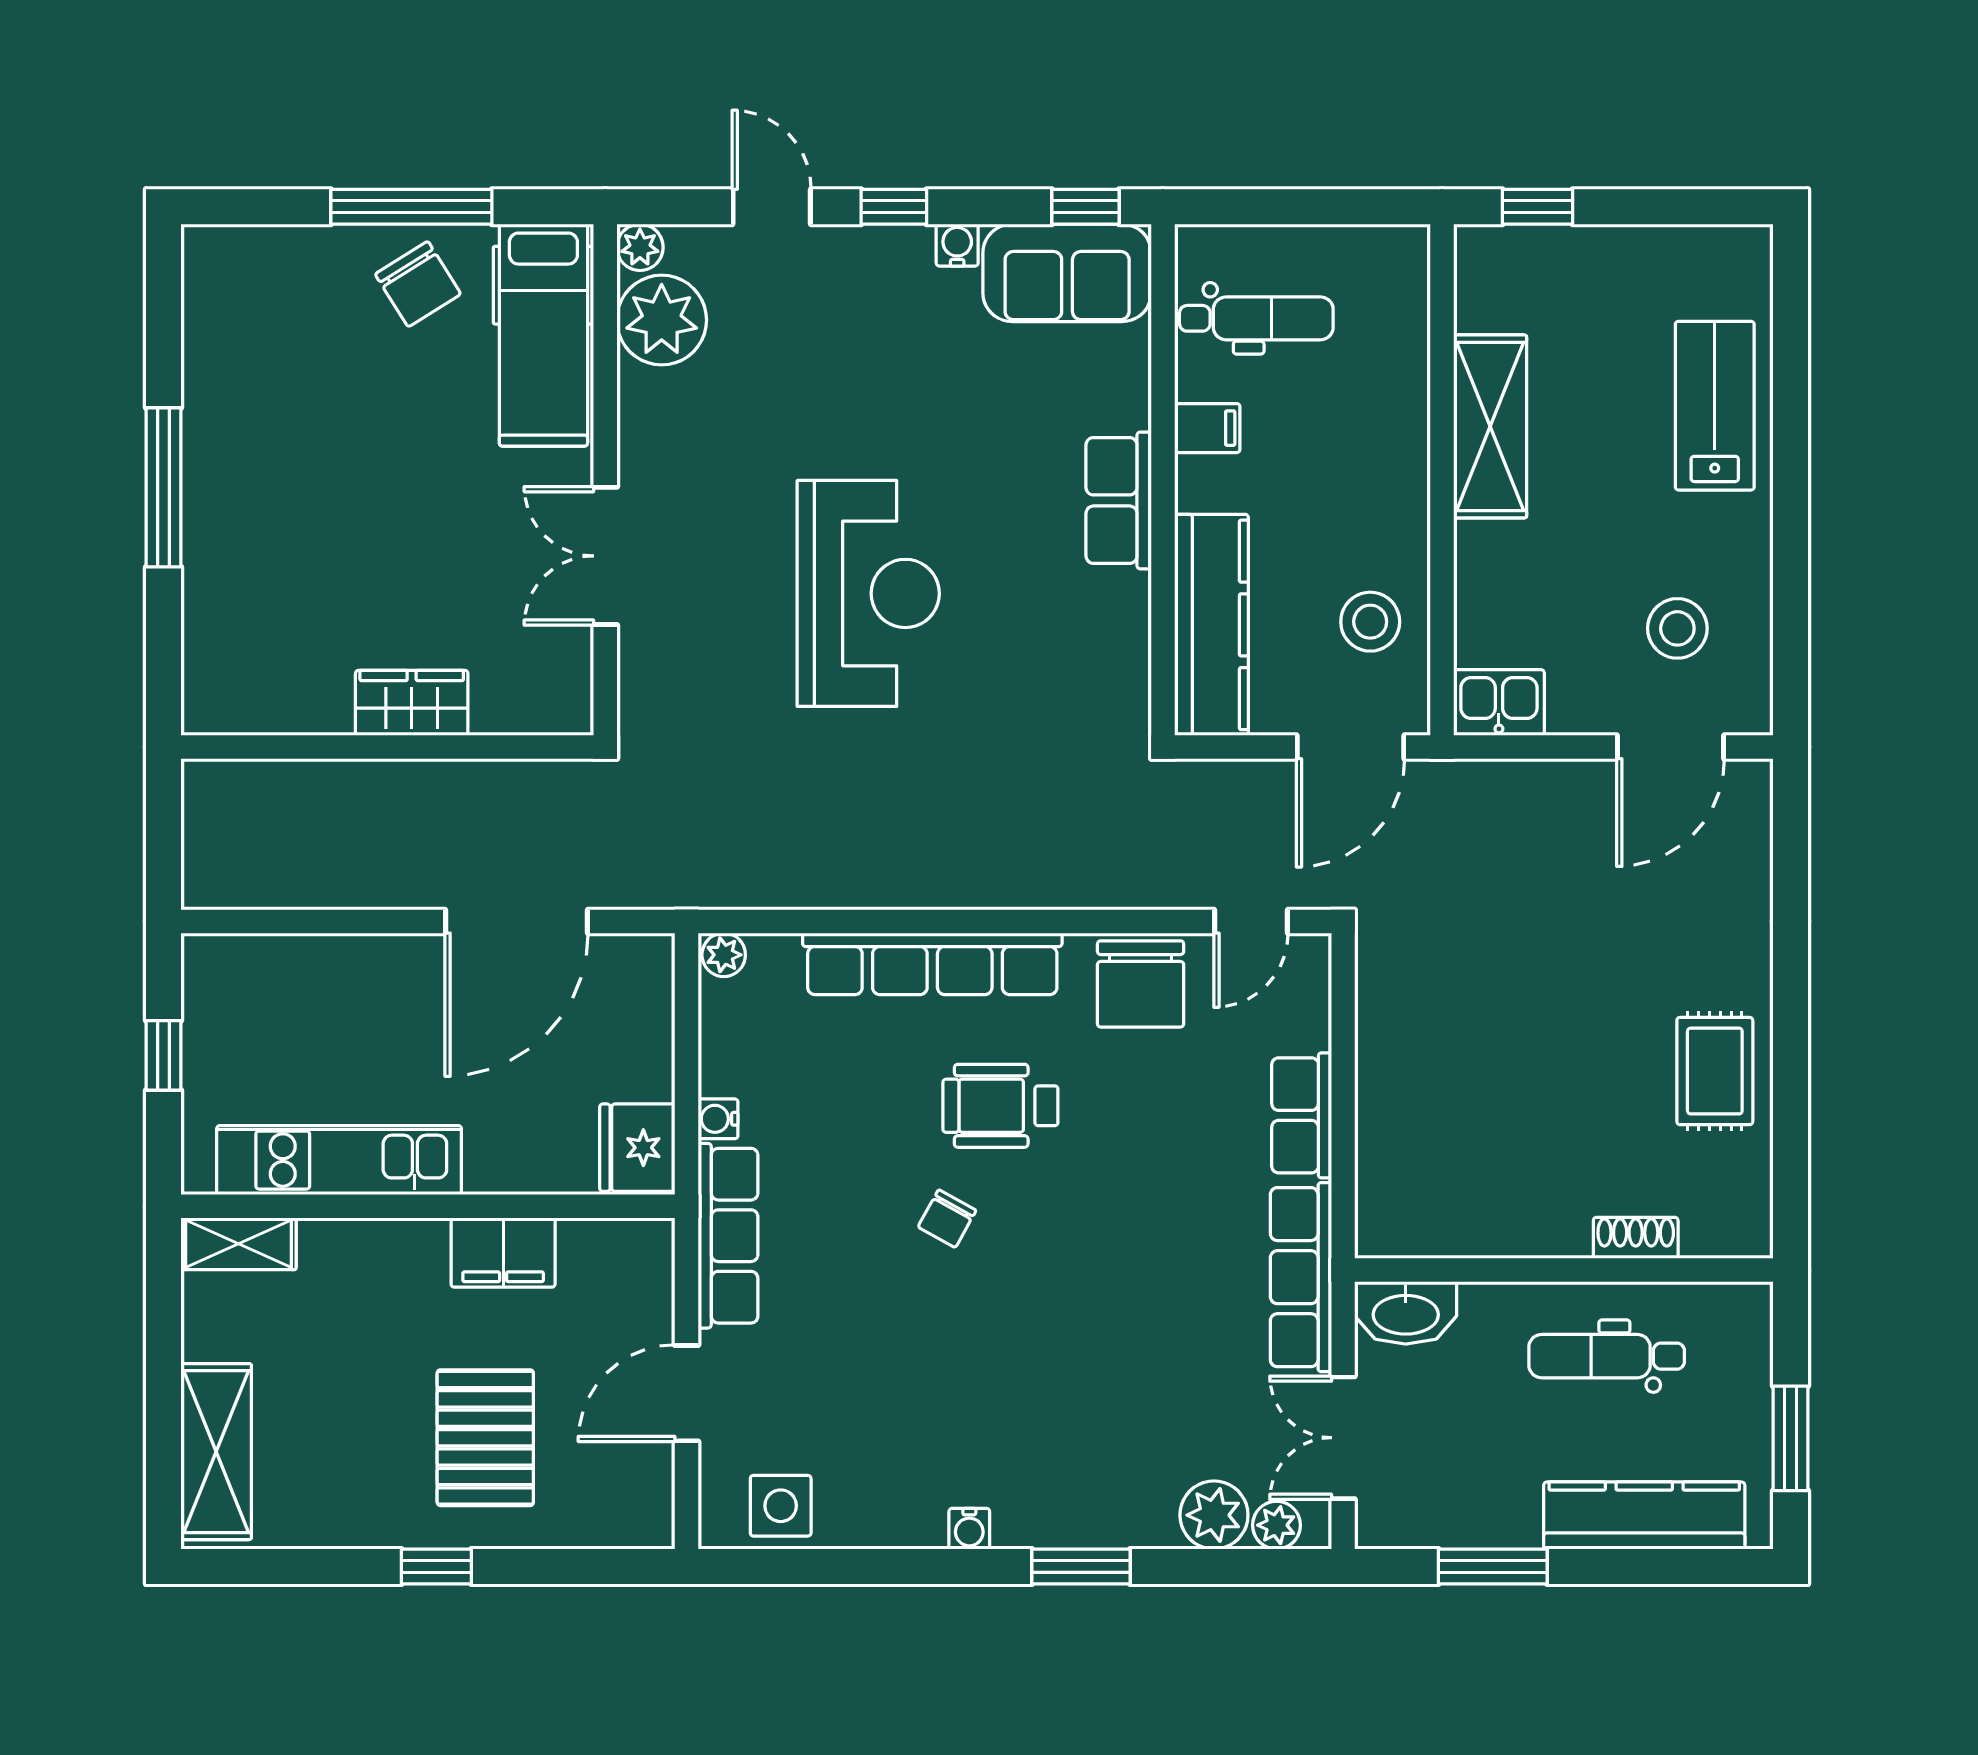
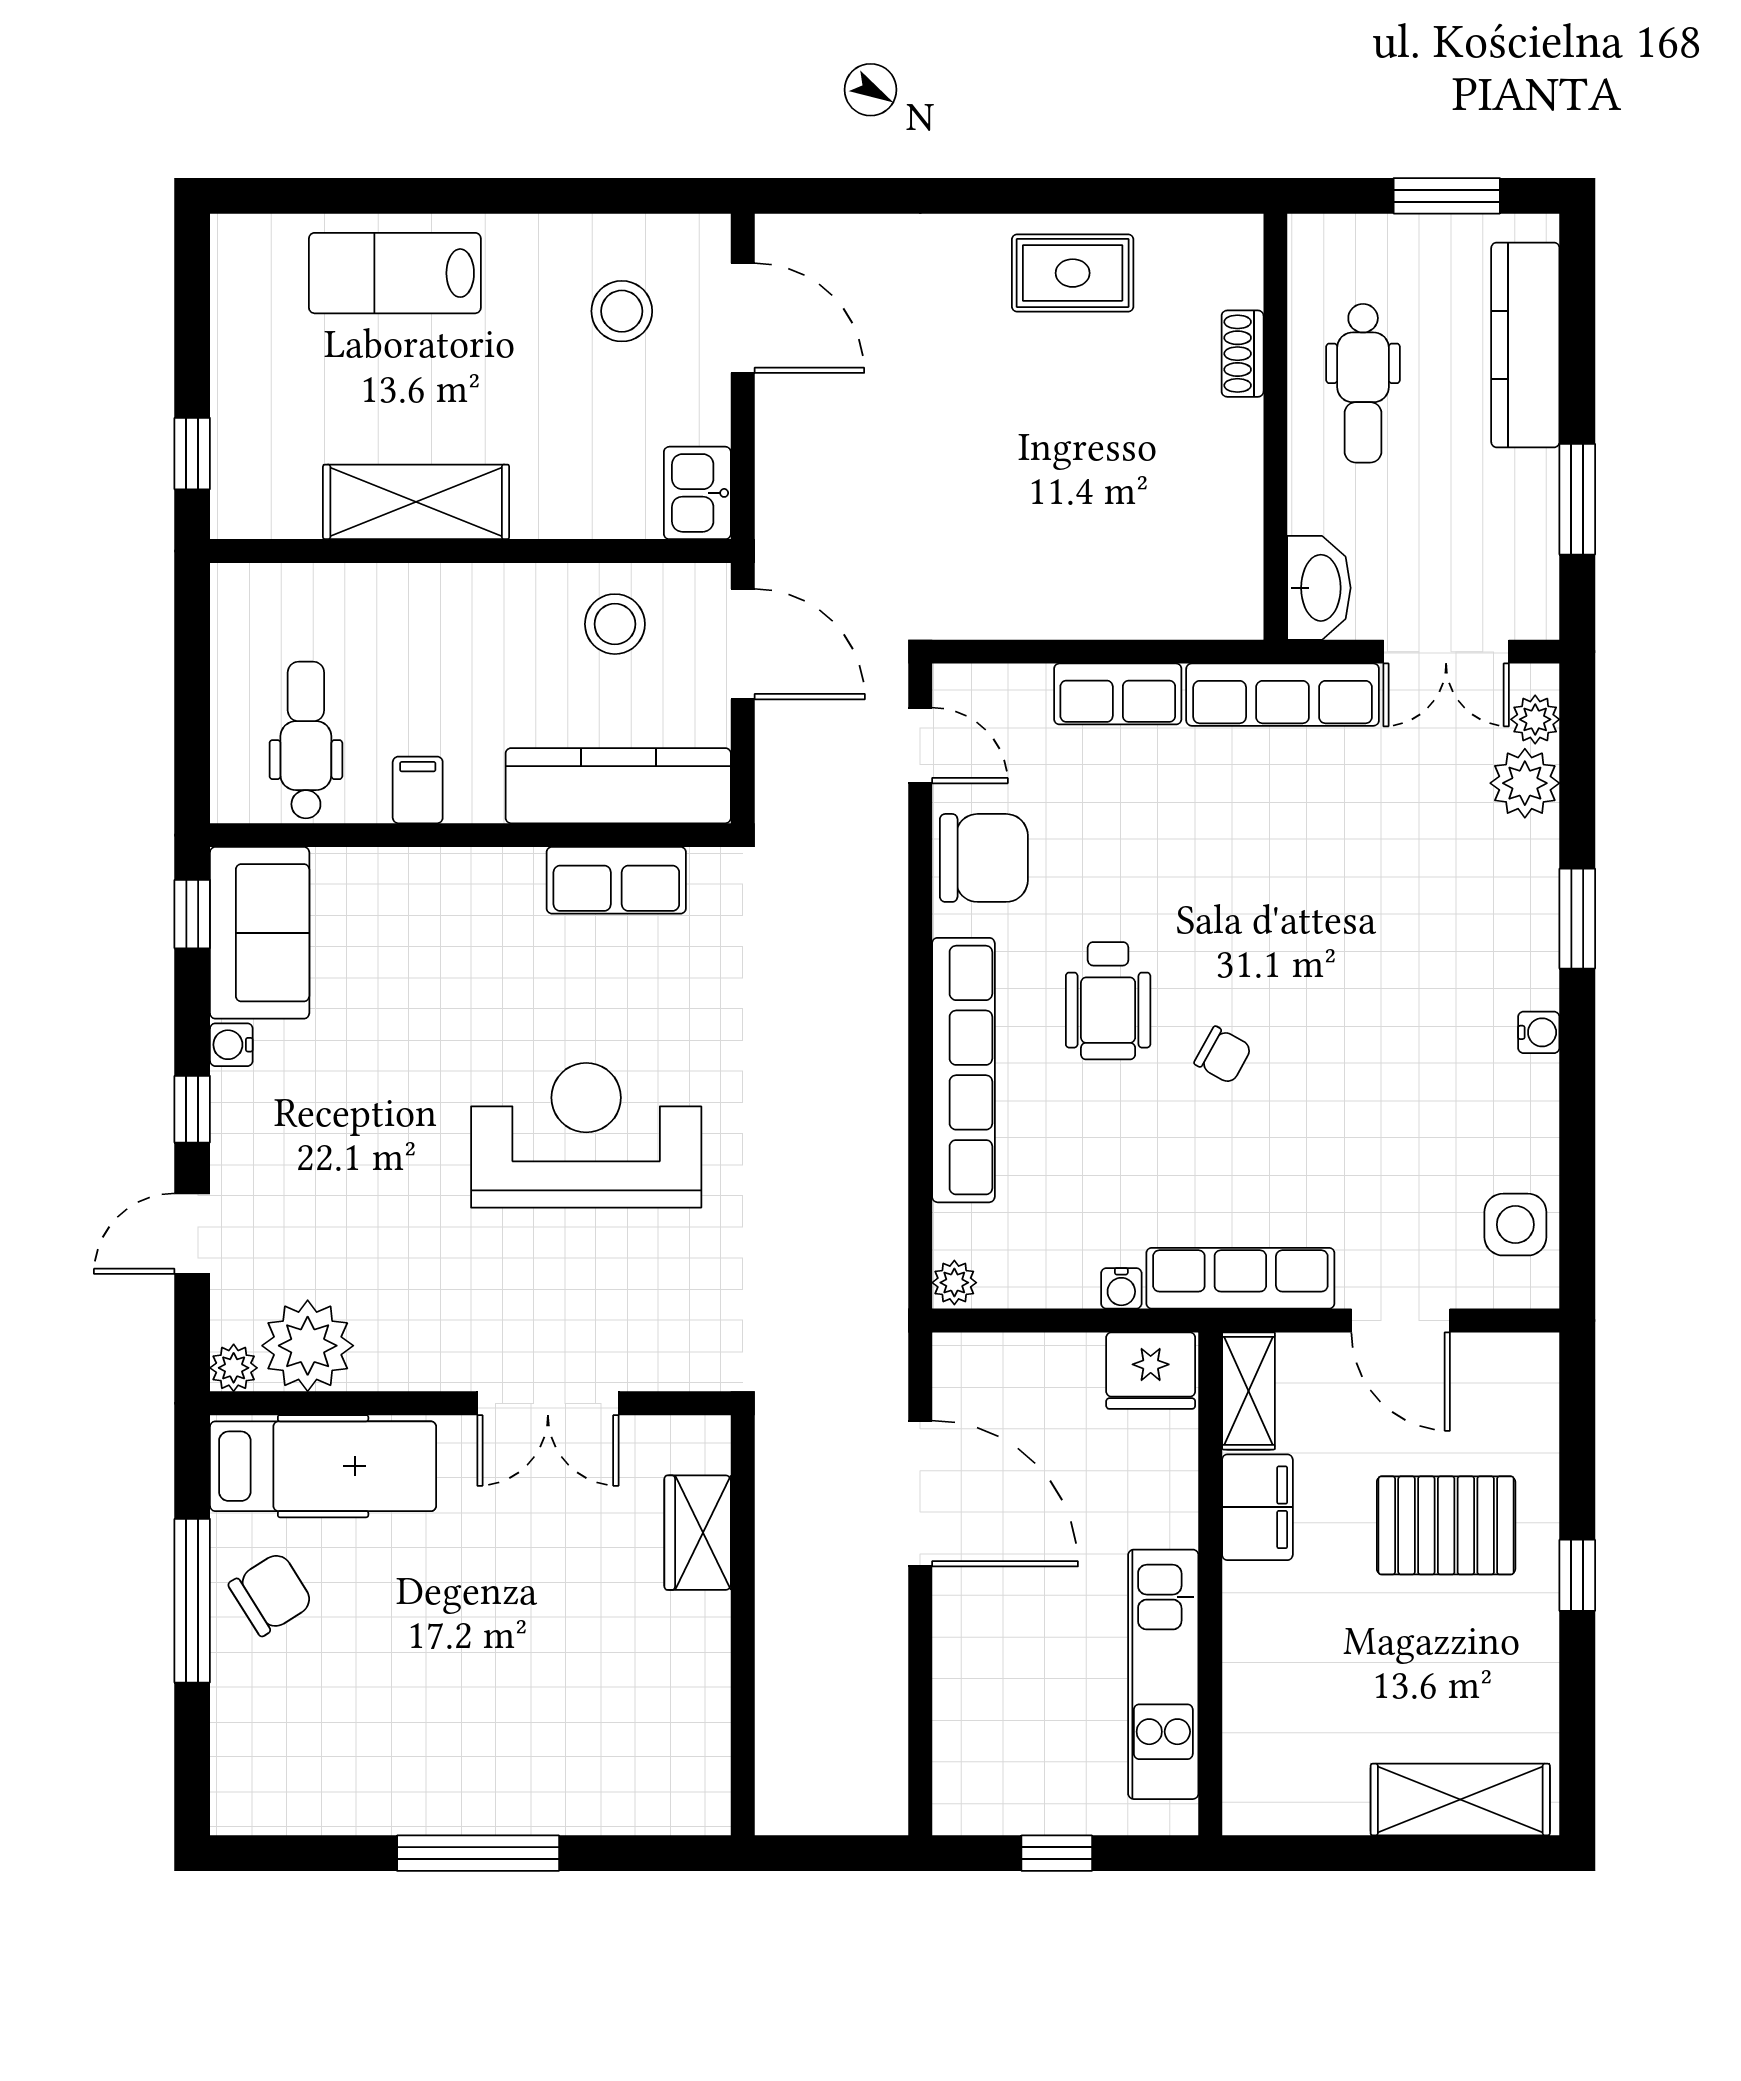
row of seats: (1119, 500) -> (616, 880), moved
wardrobe: (412, 703) -> (698, 1533), moved
shelving: (239, 1244) -> (1248, 1391), moved

